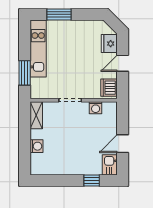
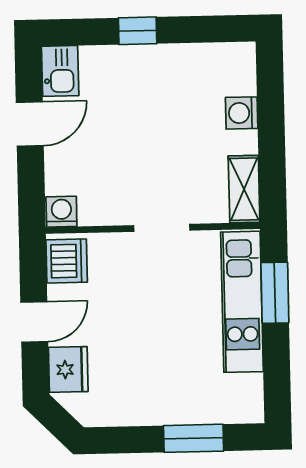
kitchen unit: (38, 49) -> (242, 302), moved
washing machine: (96, 108) -> (61, 212), moved
window: (92, 181) -> (138, 31), moved

